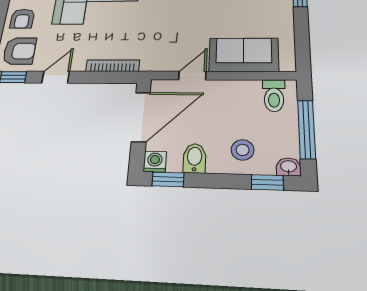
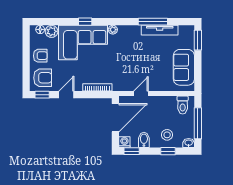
armchair: (22, 19) -> (40, 56), turned -90
sofa: (244, 55) -> (184, 67), moved, turned -90
window: (267, 182) -> (168, 151), moved

